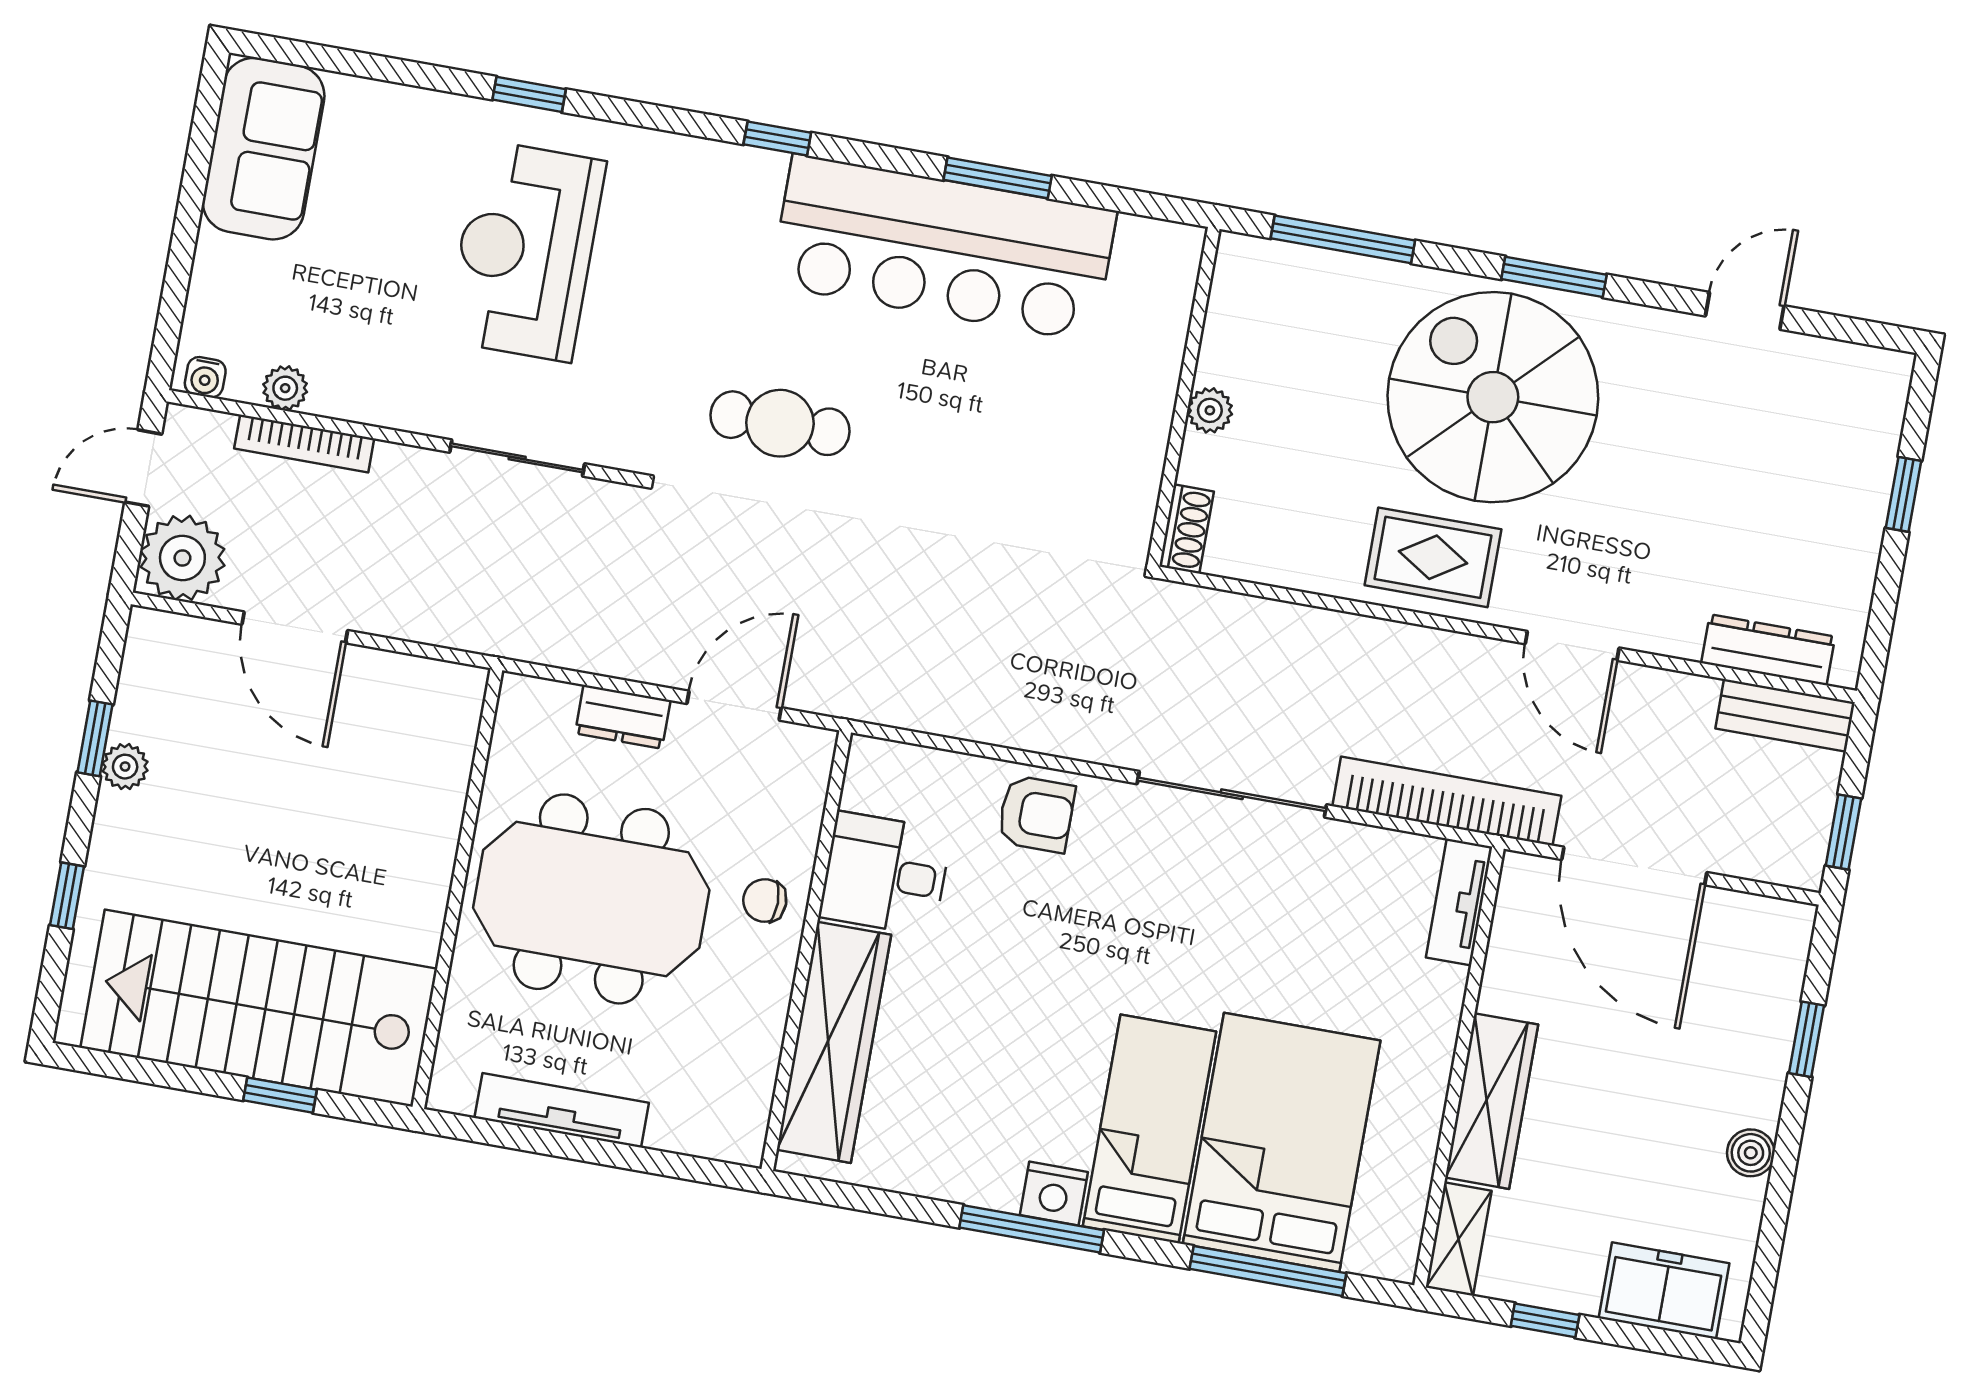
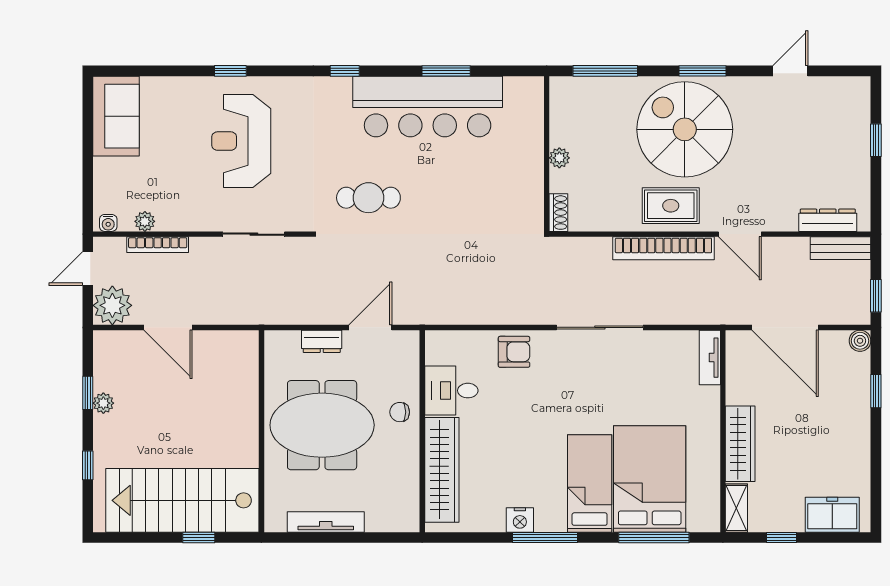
bookcase: (1447, 801) -> (663, 248), moved, turned 180
boiler: (1751, 1153) -> (860, 341), moved
nightstand: (1054, 1194) -> (520, 520), moved

